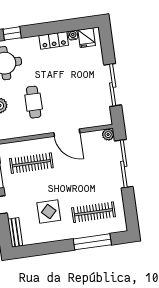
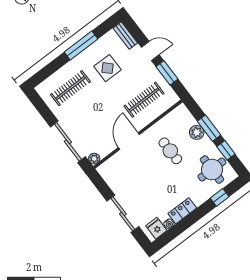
sliding door: (113, 85) -> (123, 214), moved
door: (67, 133) -> (129, 141), hinge flipped
window: (92, 242) -> (81, 46), moved

